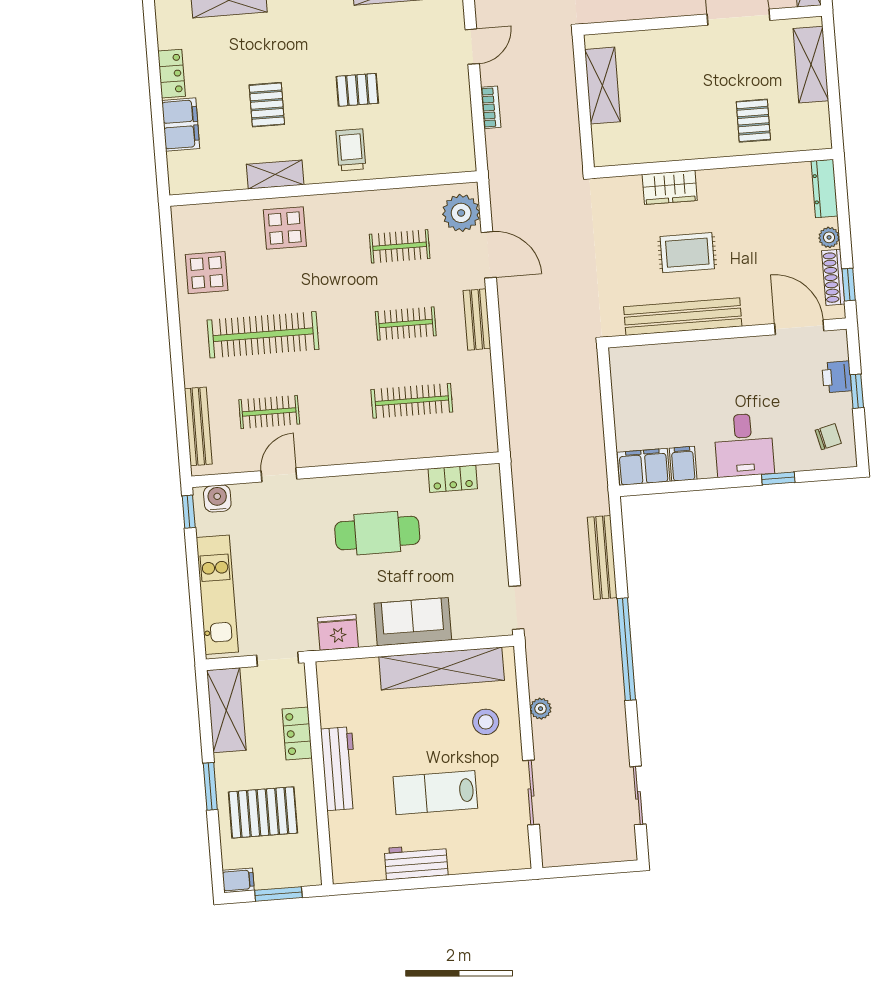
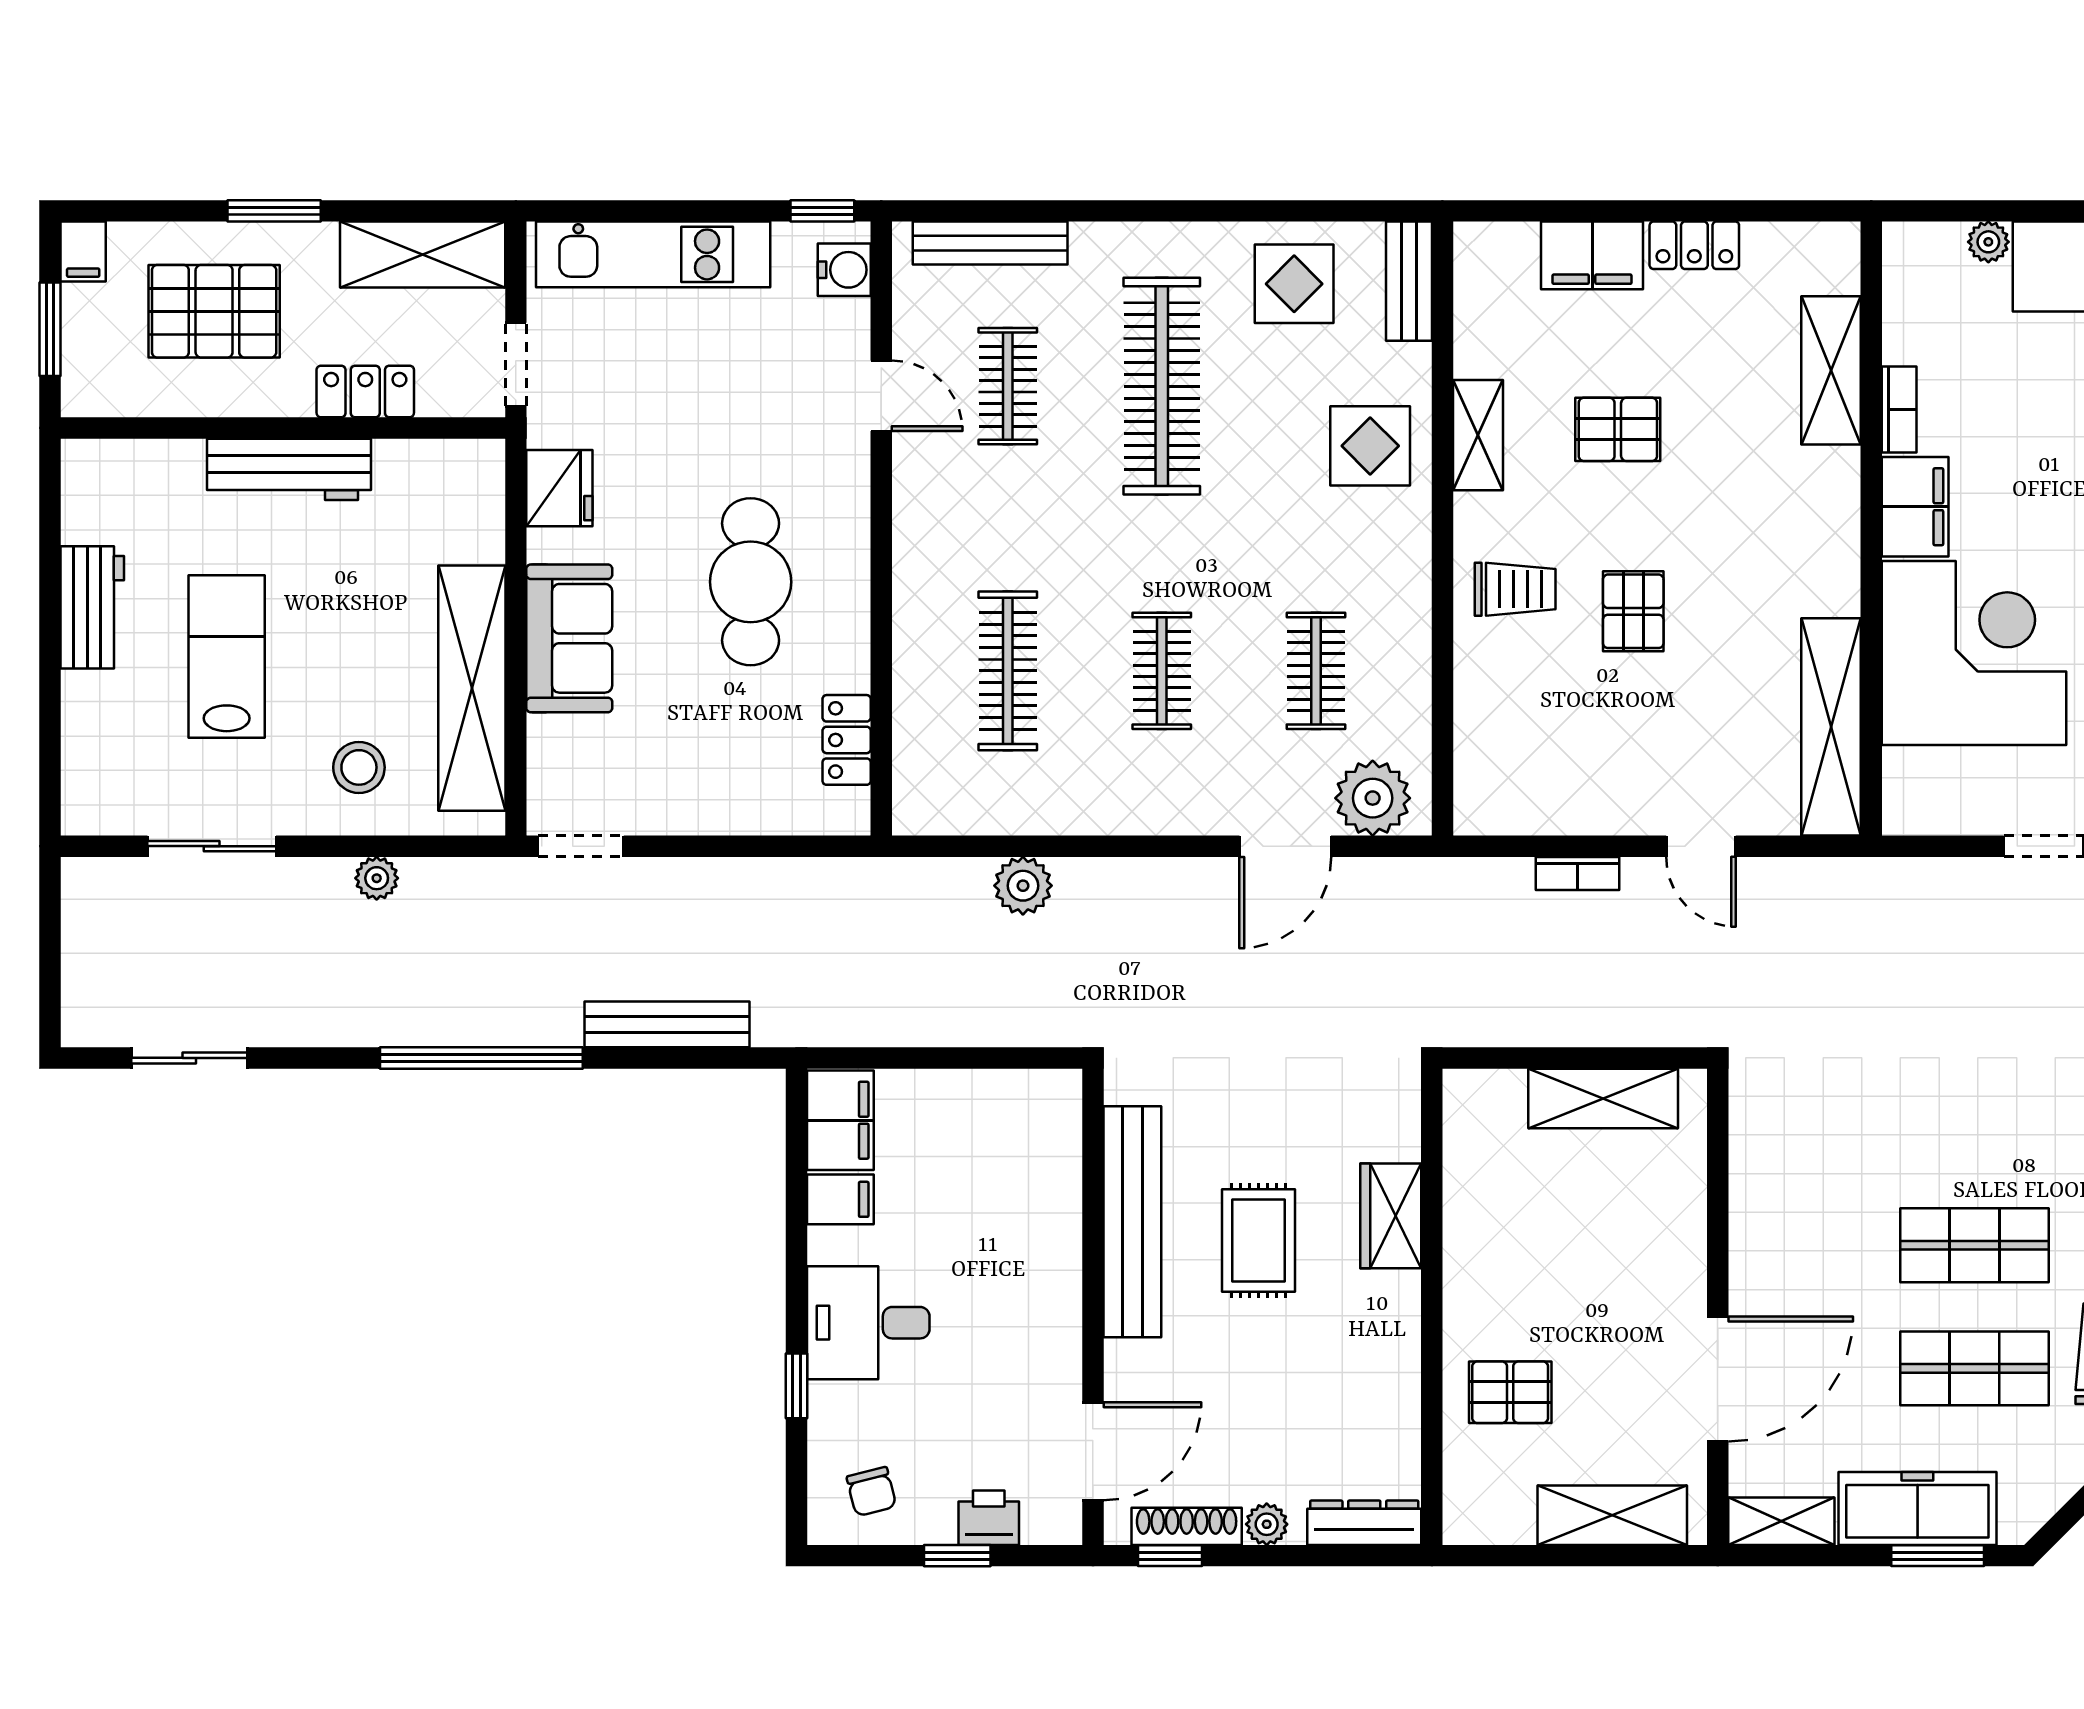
bench: (477, 319) -> (1409, 281), moved, turned 90
plant: (519, 385) -> (1023, 886), added
pallet: (263, 812) -> (214, 311), turned 90

